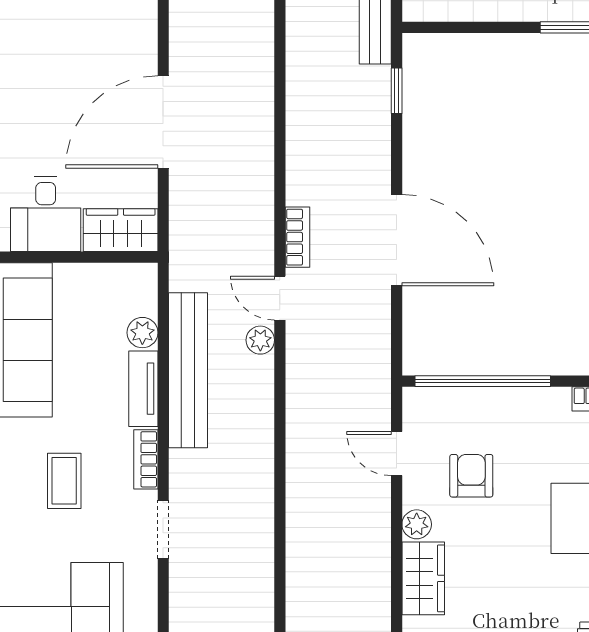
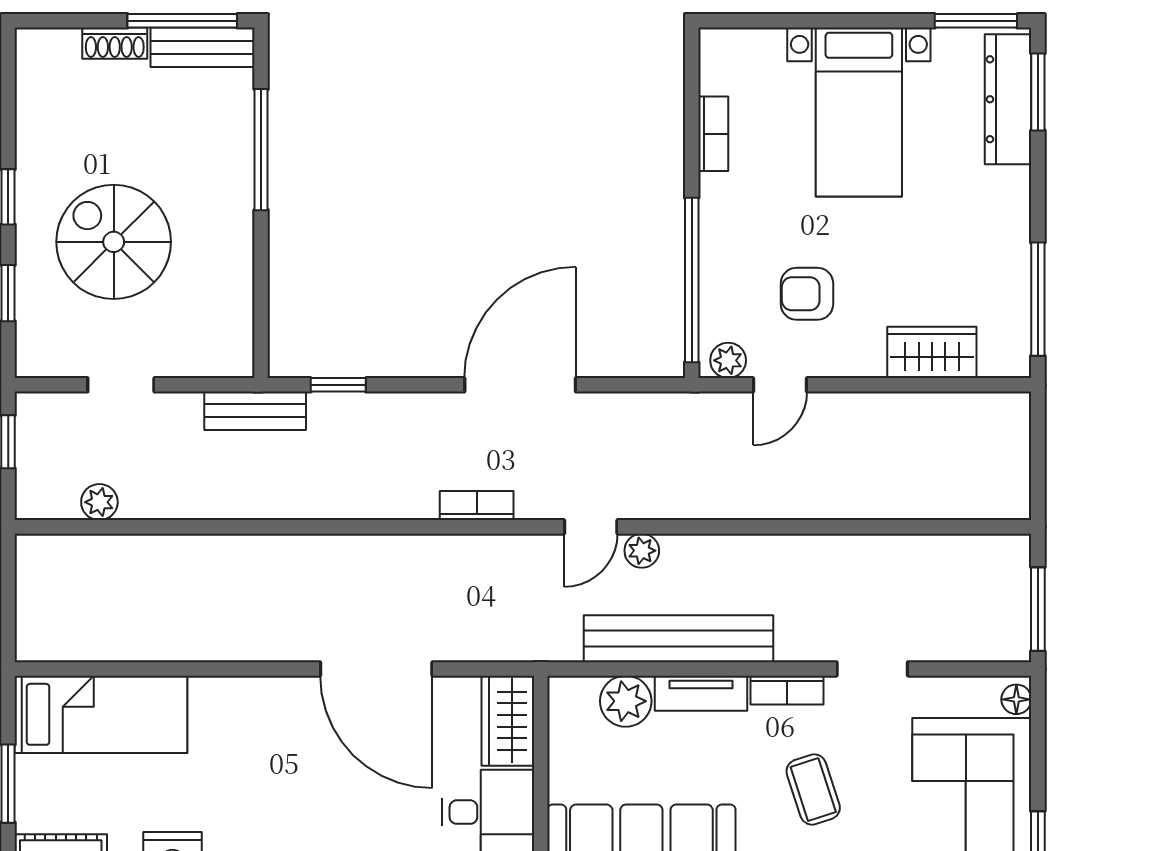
bookcase: (297, 237) -> (477, 505), moved
plant: (142, 333) -> (626, 701), width x1.38, depth x1.38
coffee table: (64, 481) -> (813, 790), turned 72
plant: (417, 524) -> (728, 360), moved

